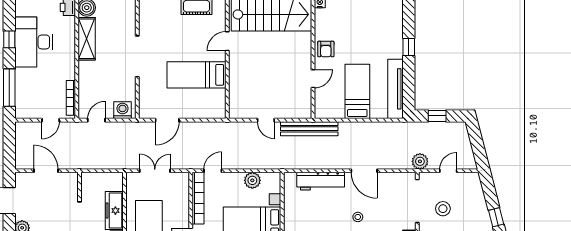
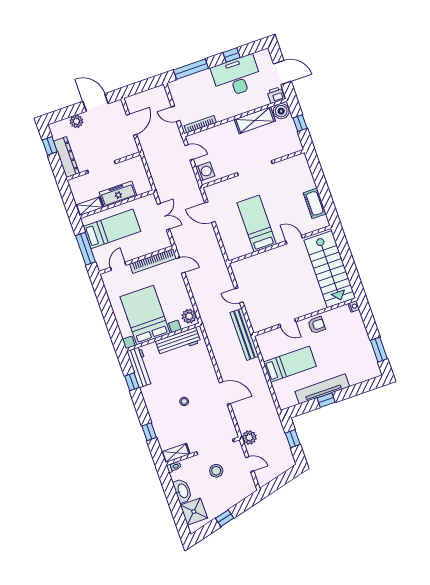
window: (409, 47) -> (326, 400), moved
armchair: (326, 49) -> (317, 325), turned 180
tv unit: (395, 89) -> (322, 389), moved
door: (266, 120) -> (239, 295), hinge flipped
door: (364, 171) -> (225, 393), swing flipped
plant: (252, 180) -> (189, 316), moved
workbench: (321, 181) -> (178, 342), moved, turned -90

